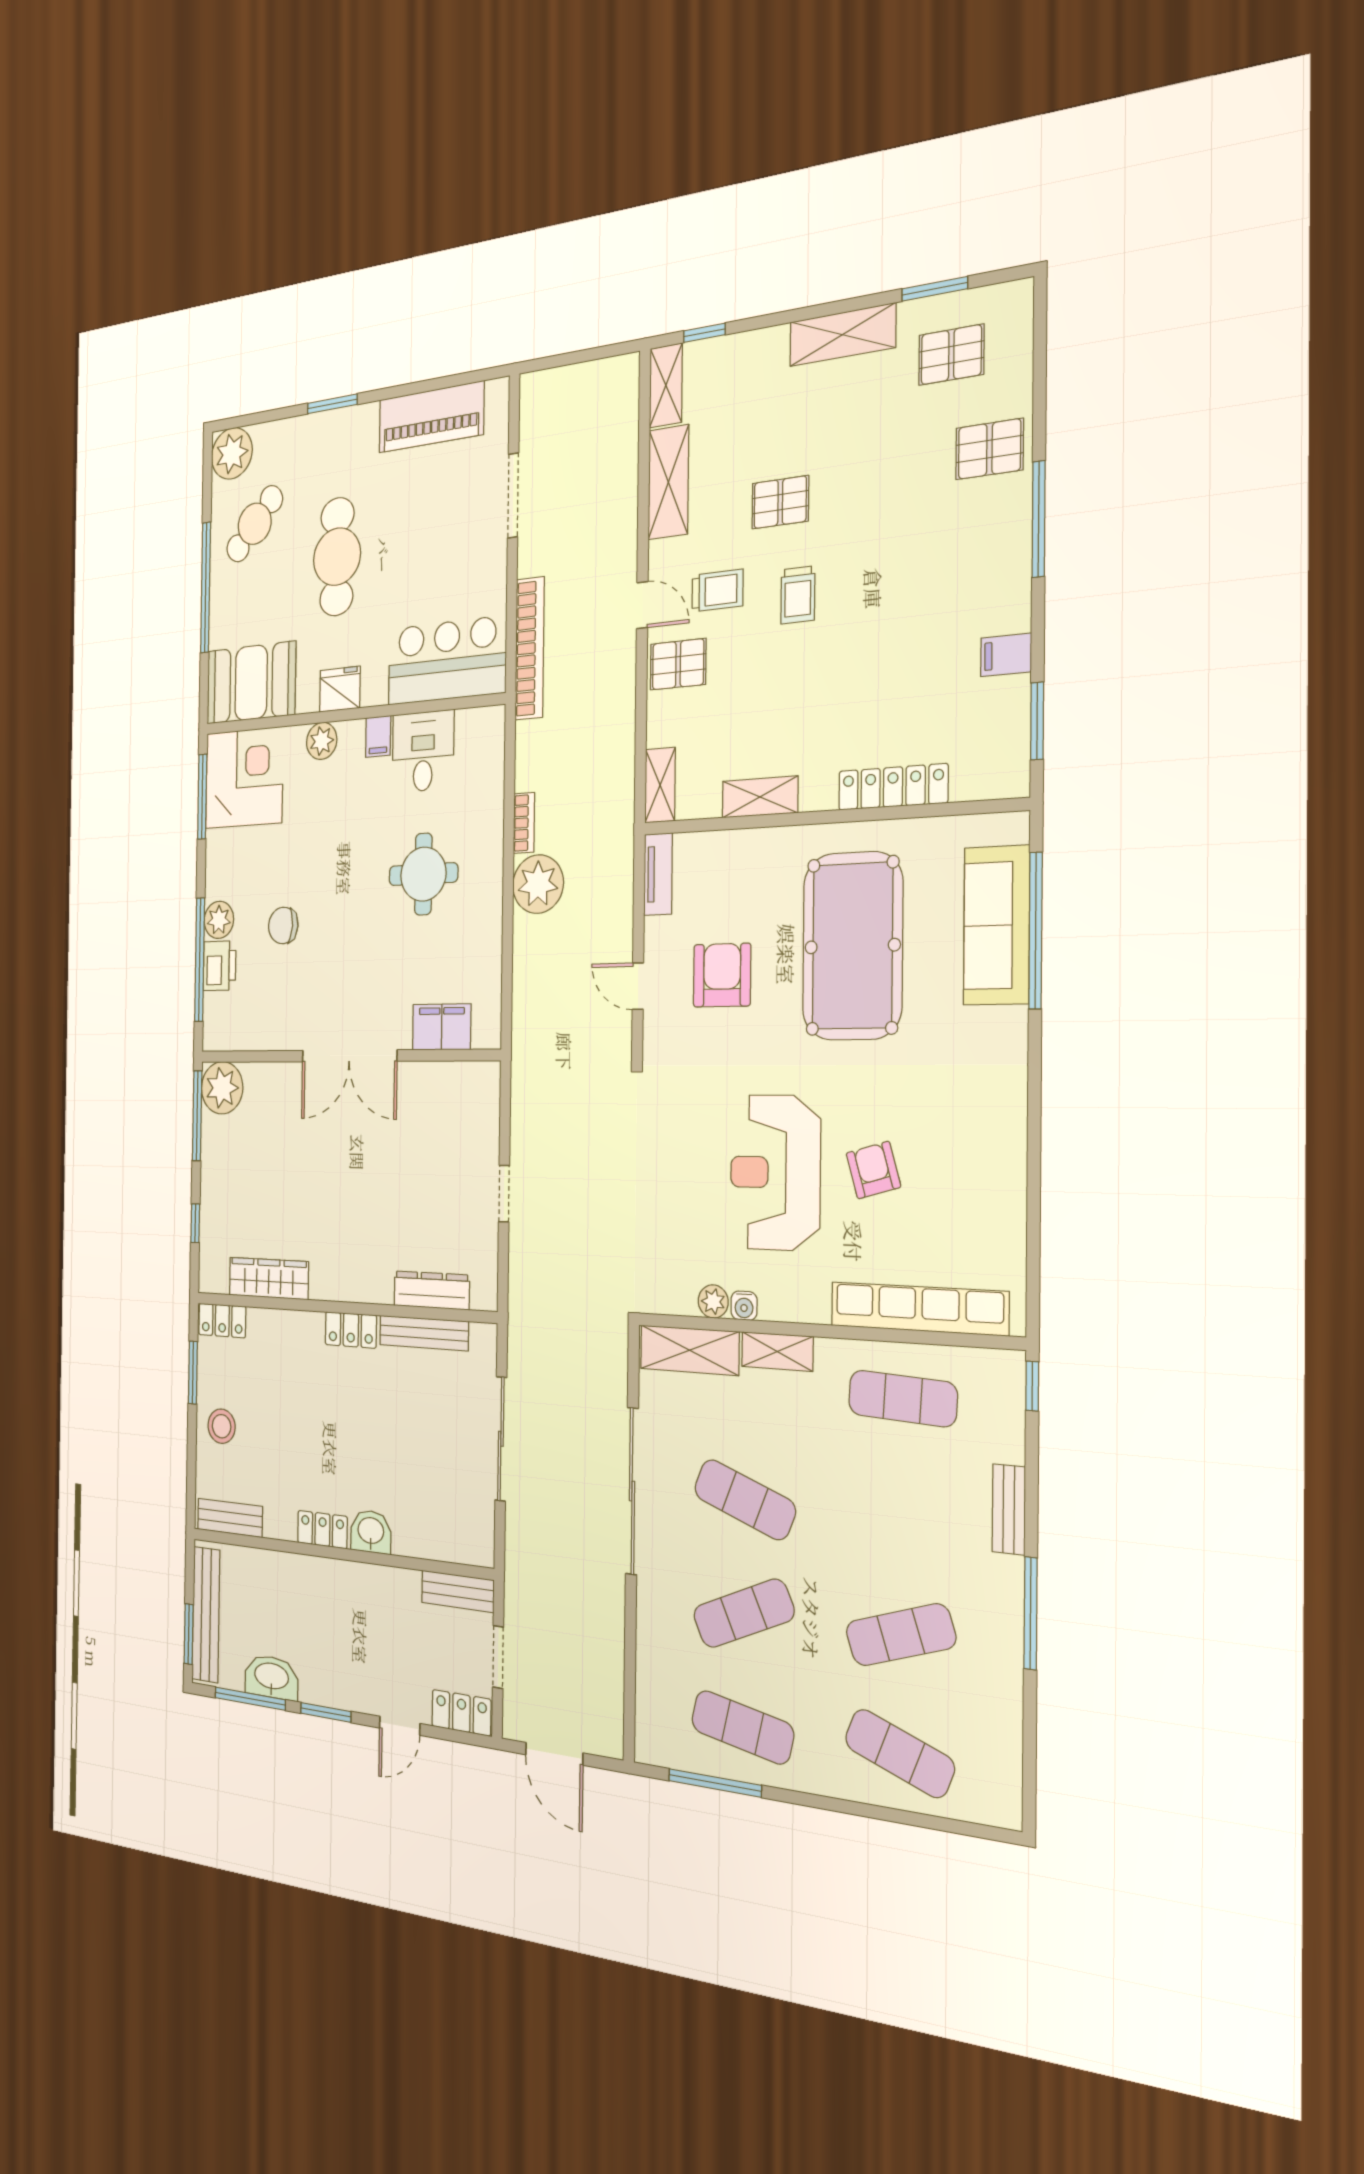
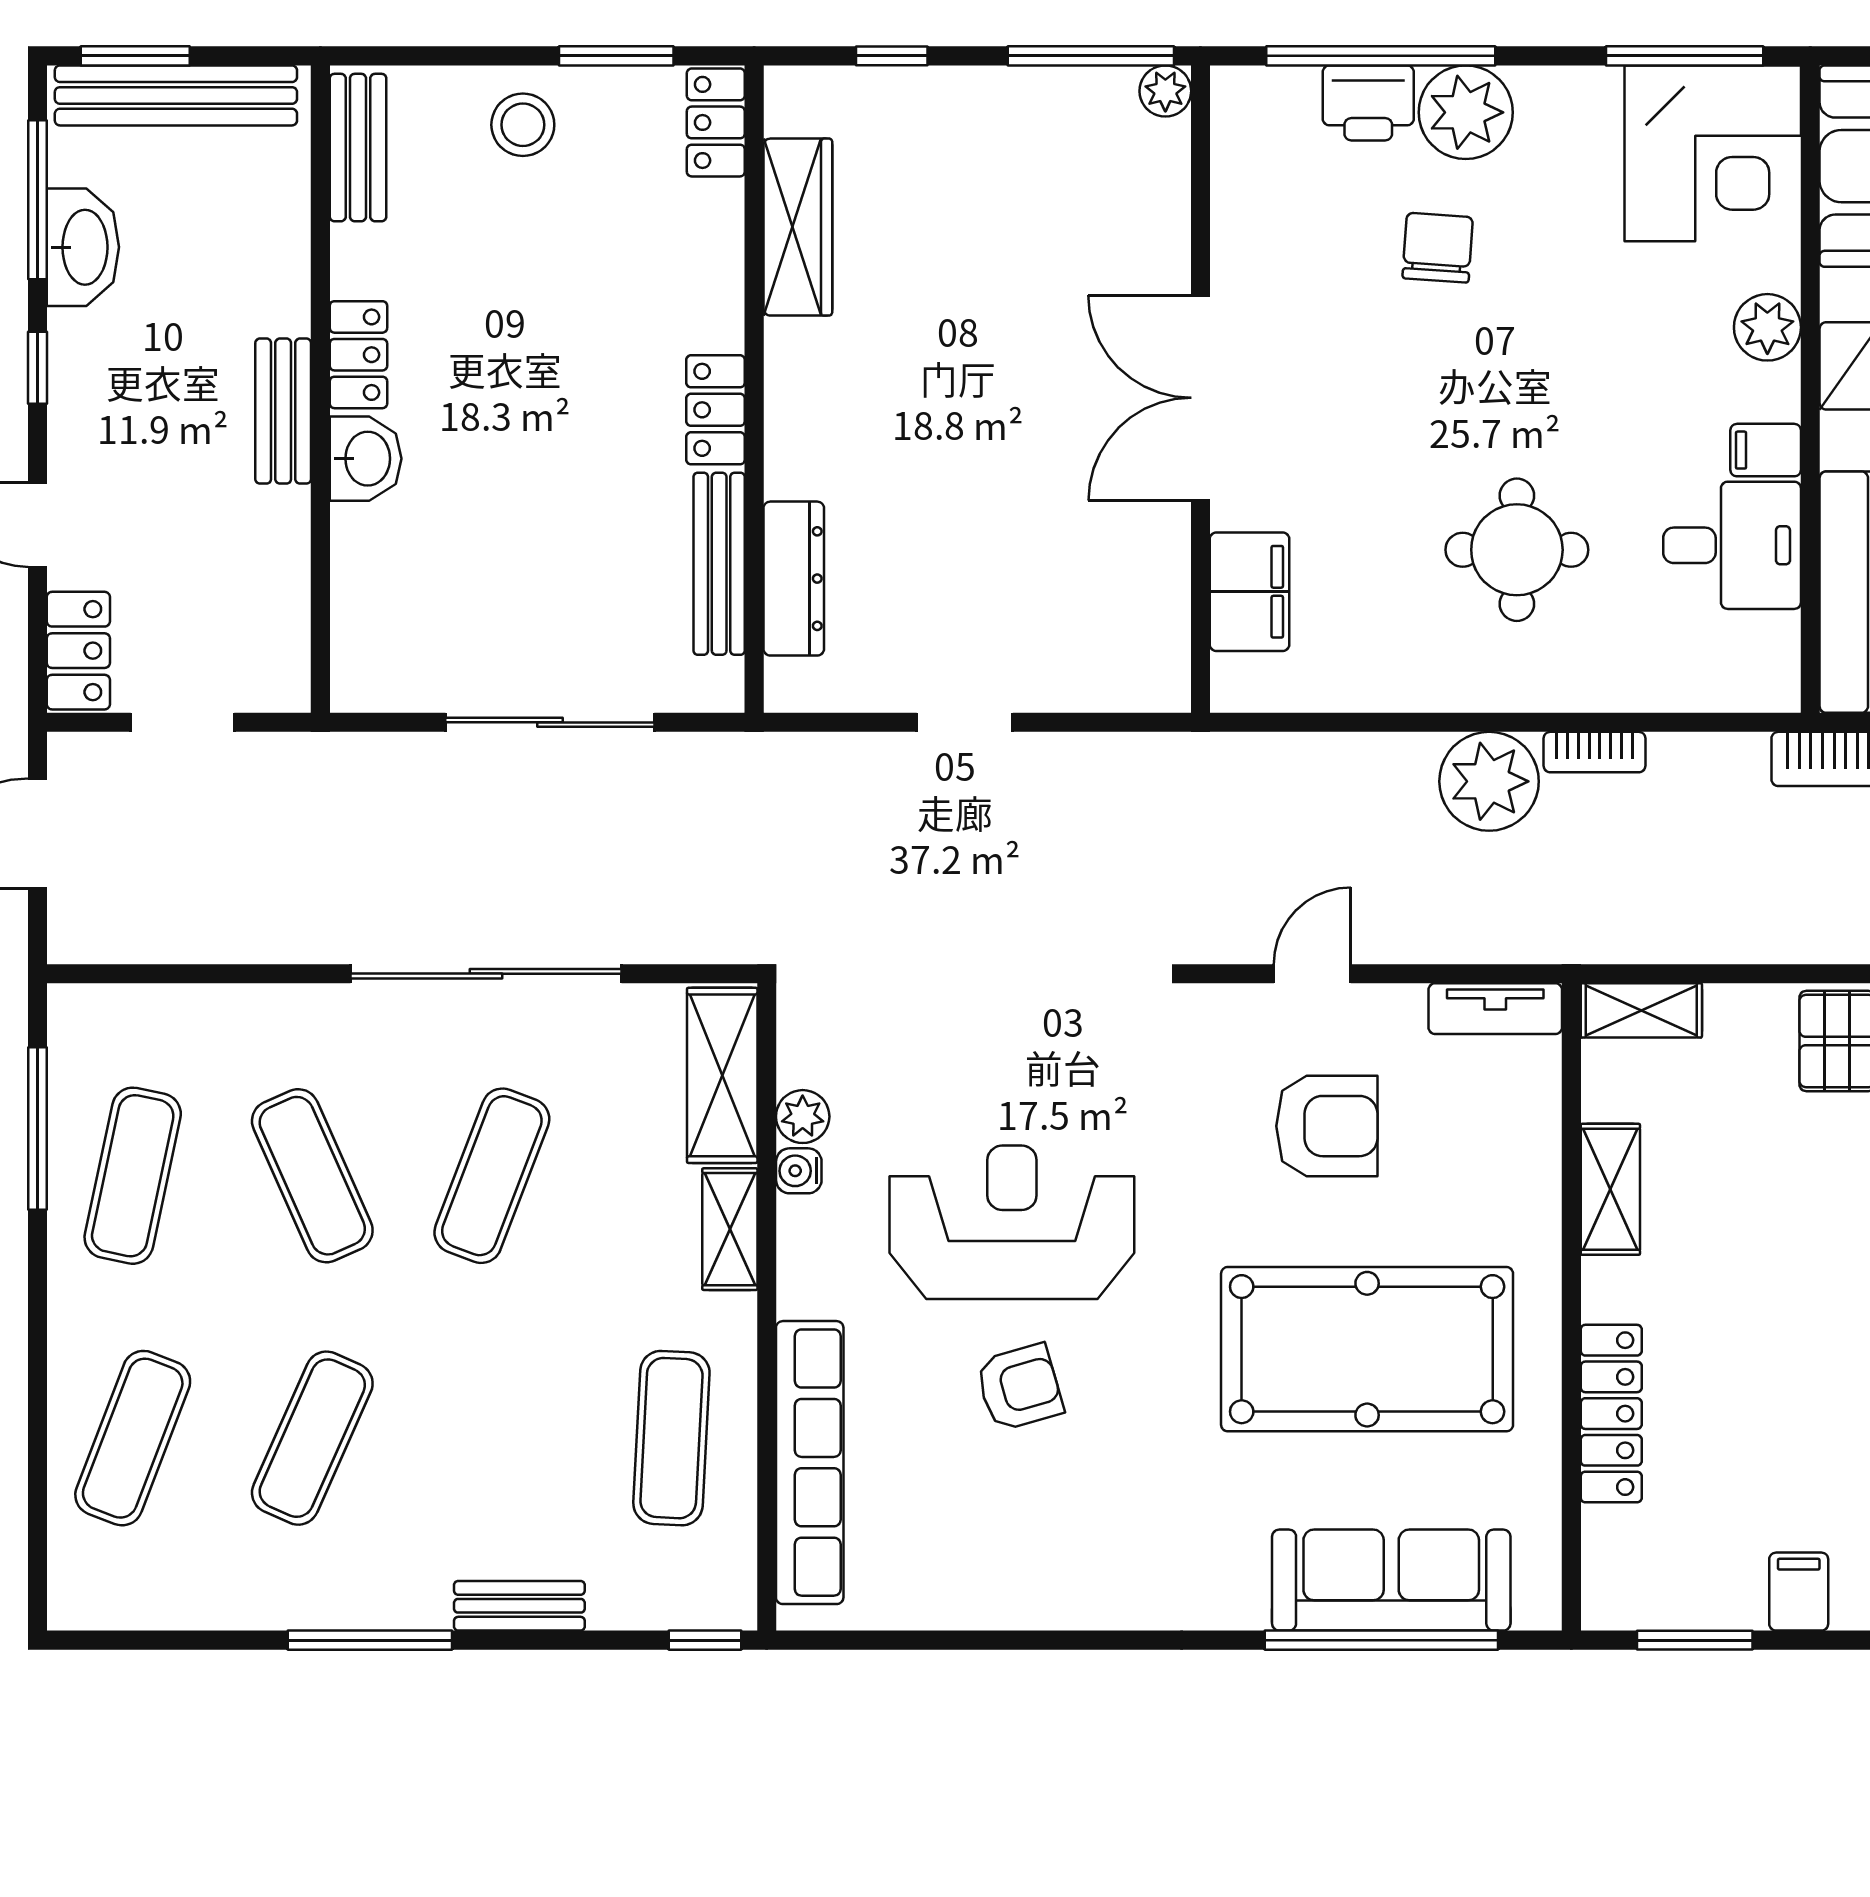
plant: (219, 920) -> (1466, 112), width x1.36, depth x1.36
plant: (222, 1088) -> (1165, 91), width x0.53, depth x0.53
bench: (458, 1591) -> (283, 411), moved
exercise mat: (901, 1635) -> (312, 1438), turned 42
window: (326, 1712) -> (37, 368), width x0.67

